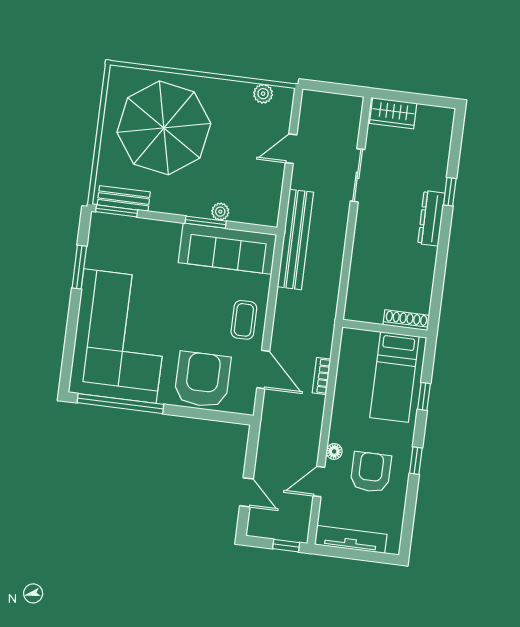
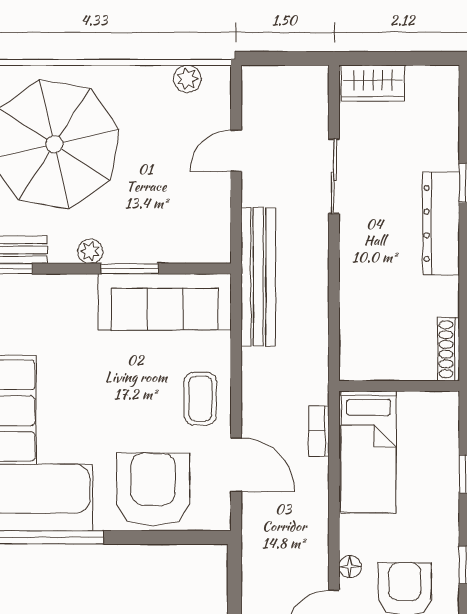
plant: (220, 212) -> (90, 251), moved
dresser: (431, 218) -> (441, 223), width x1.37, depth x1.24
shoe rack: (406, 320) -> (449, 349), moved, turned -90
bookcase: (322, 376) -> (319, 431), moved
bed: (394, 377) -> (368, 452), moved

